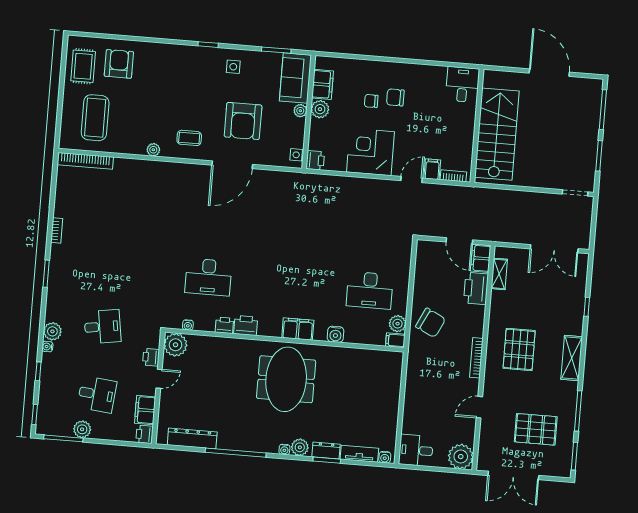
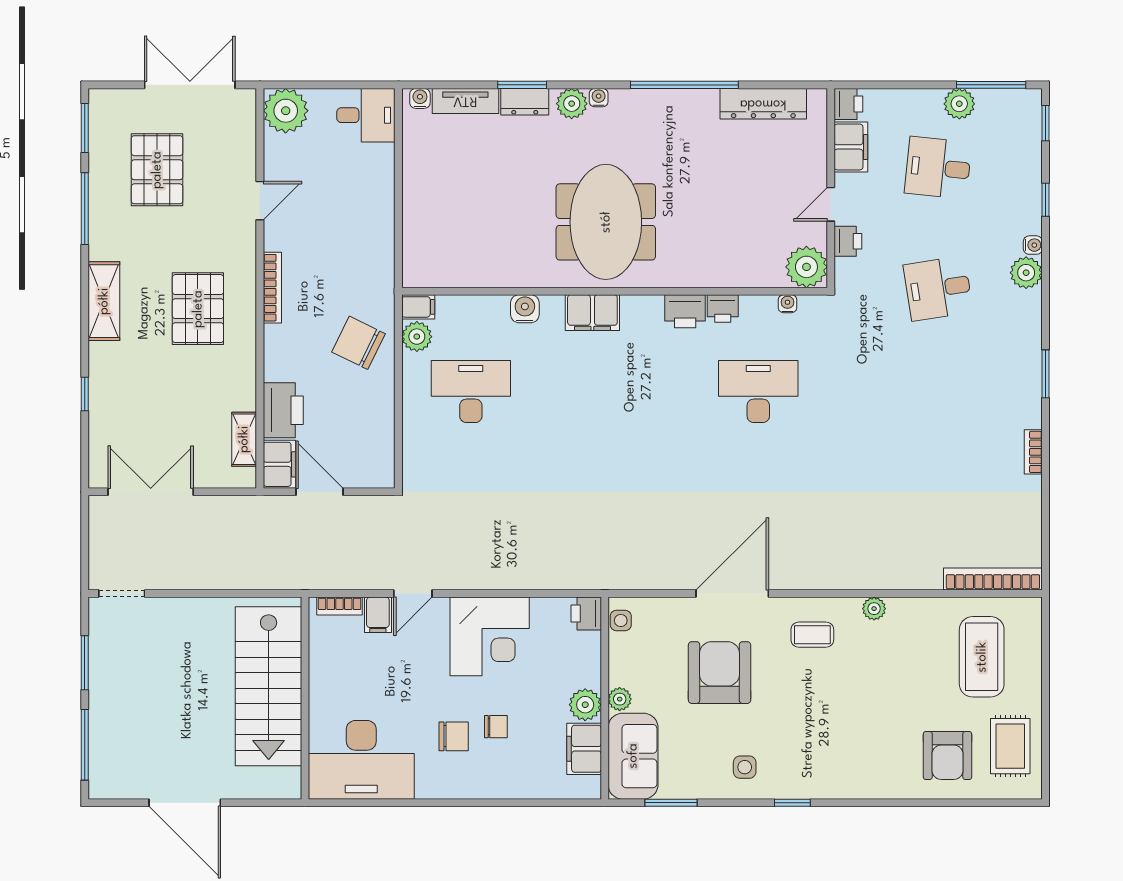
desk: (462, 85) -> (361, 760), width x1.87, depth x1.30
pallet: (536, 429) -> (157, 170), turned 90

